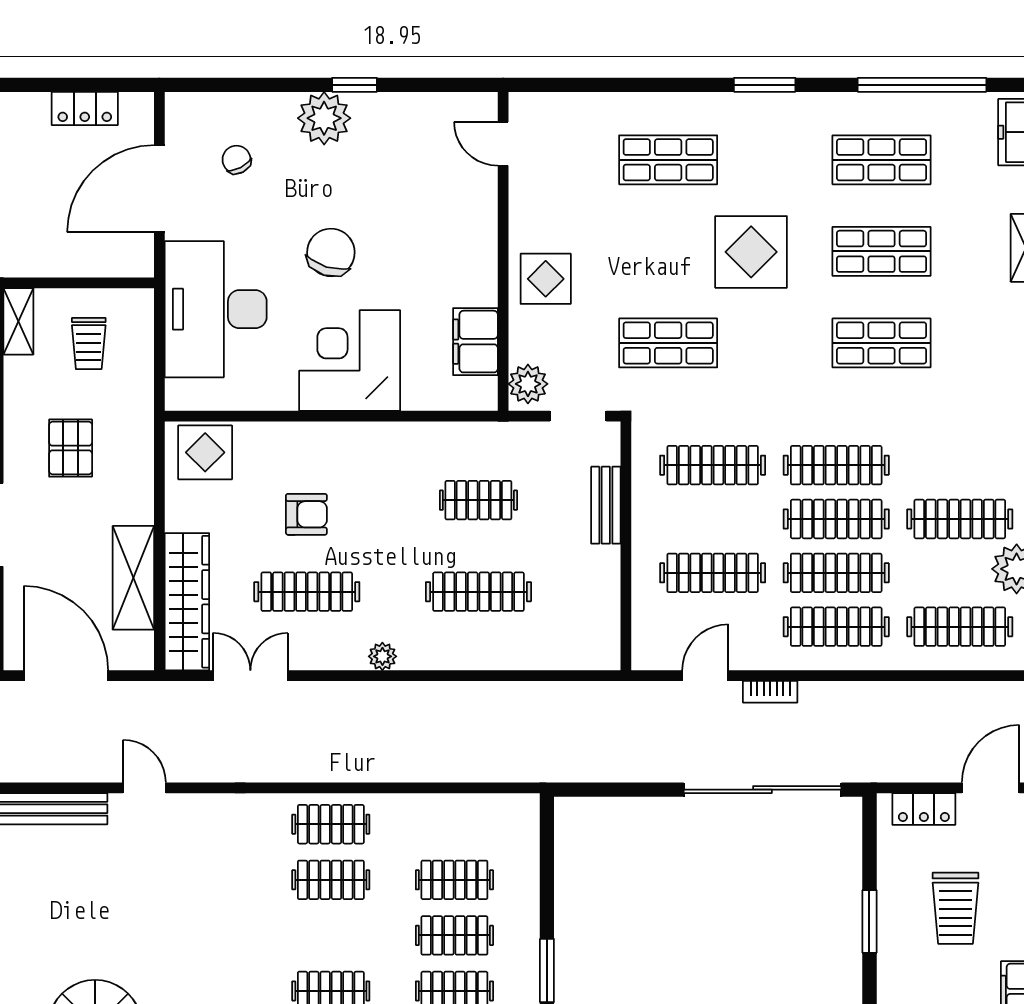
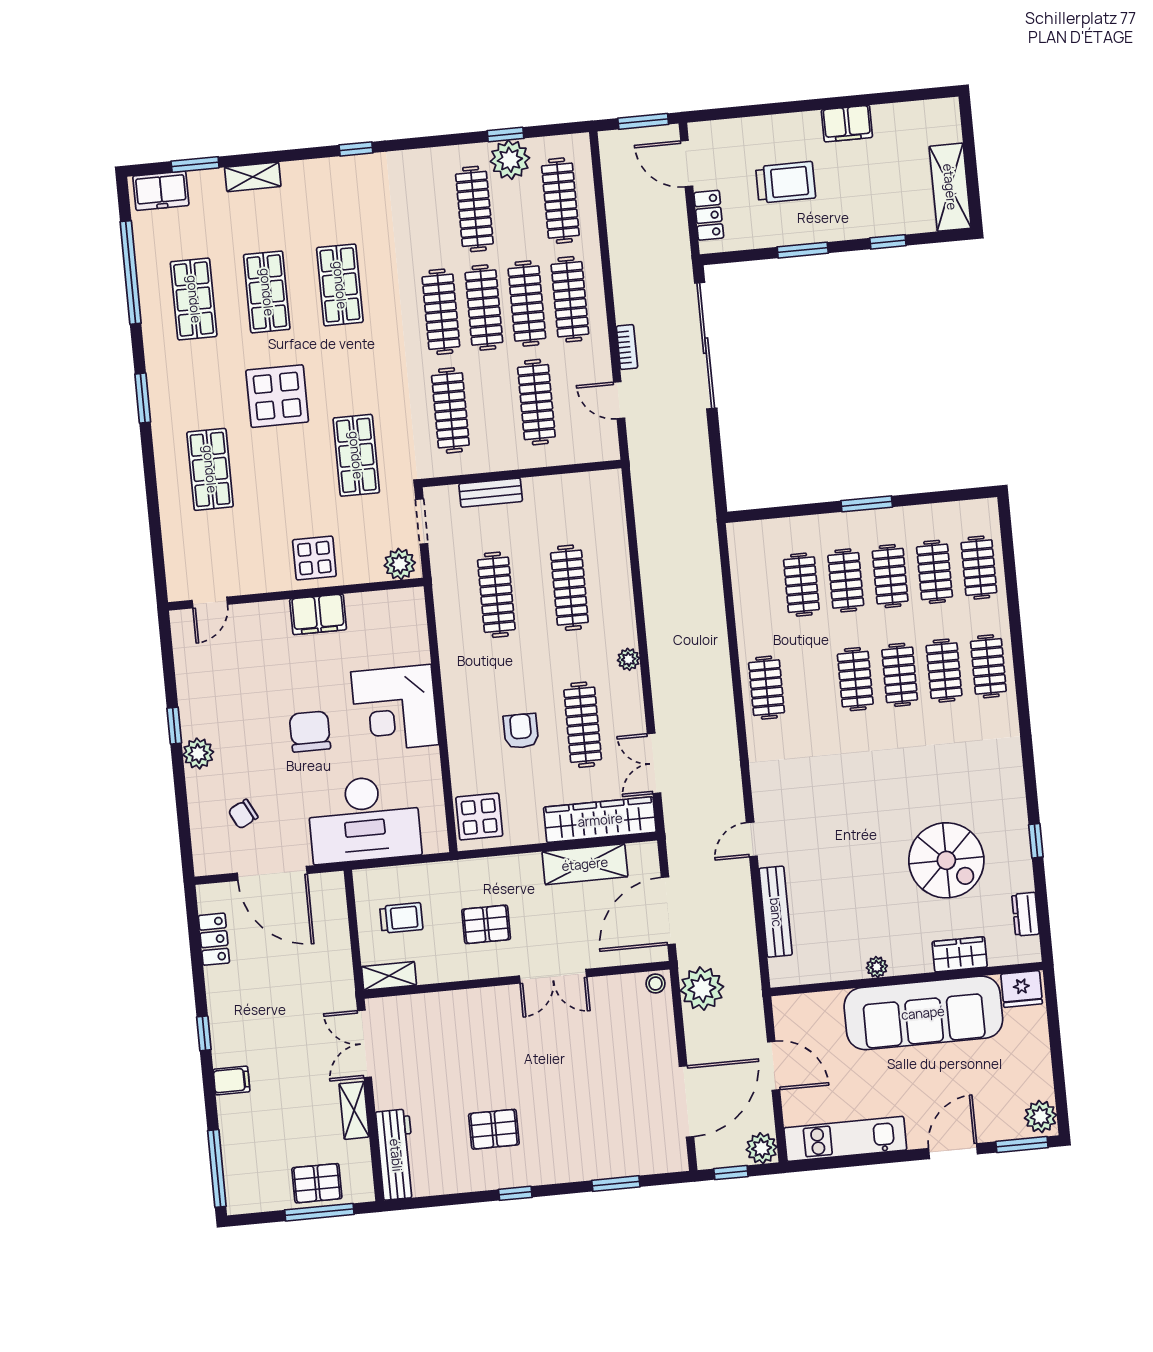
plant: (324, 118) -> (198, 753), width x0.73, depth x0.73
chair: (331, 252) -> (310, 732), turned 73
filing cabinet: (475, 342) -> (318, 614), moved
clothes rail: (478, 500) -> (496, 595), width x1.36
clothes rail: (331, 880) -> (855, 679), moved

